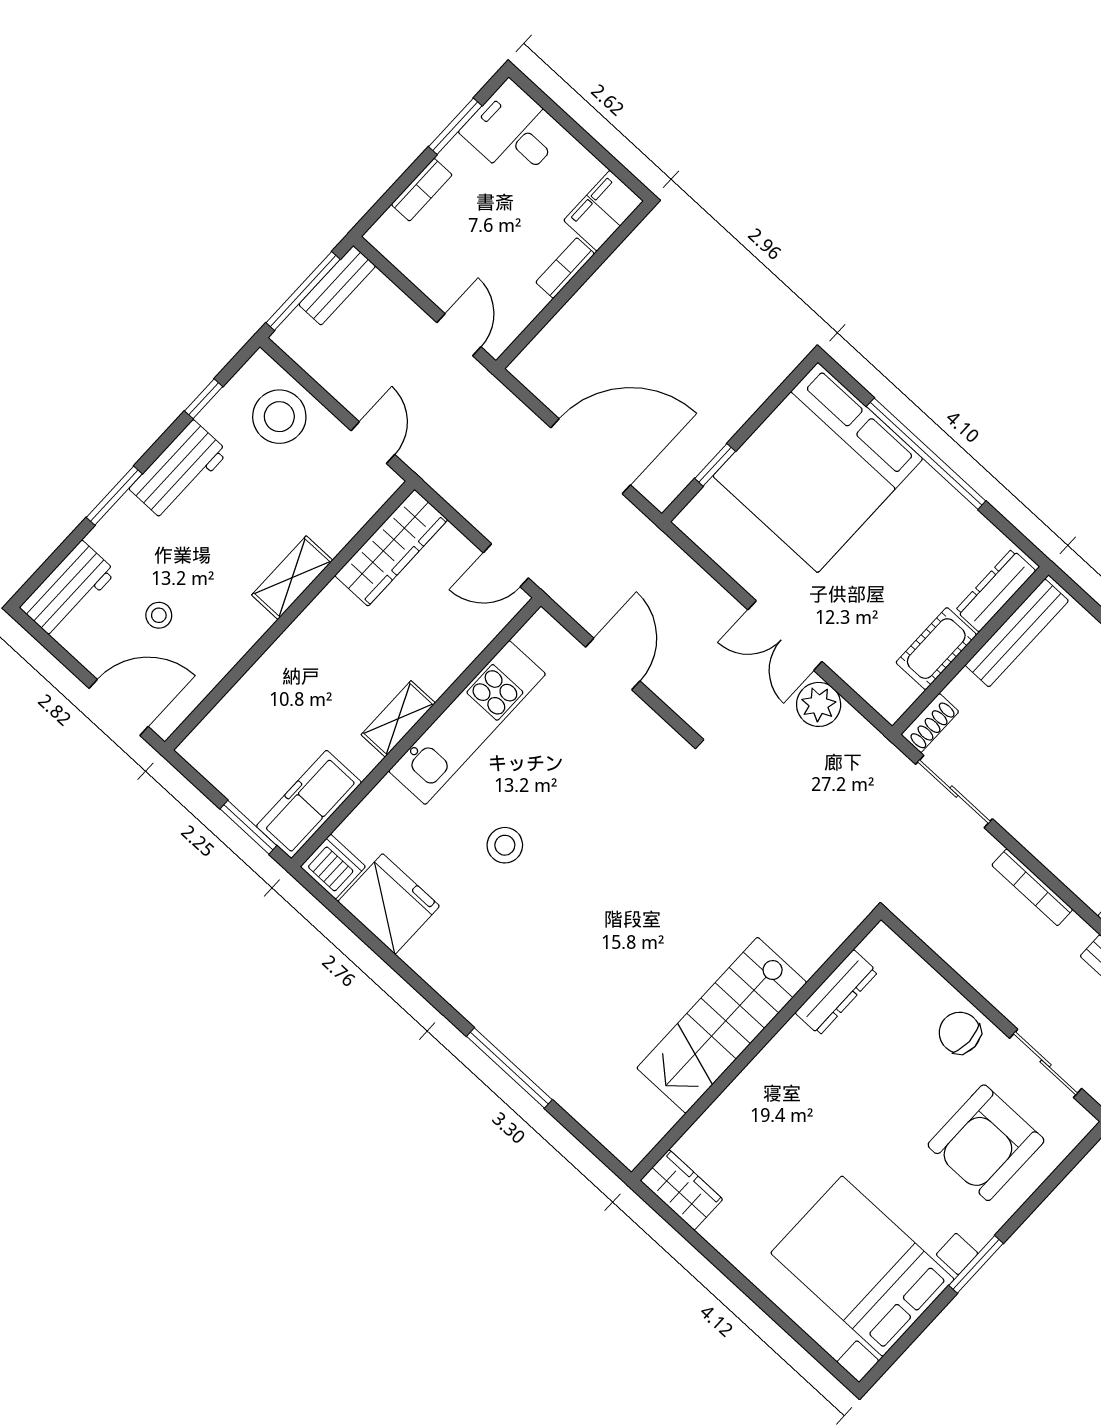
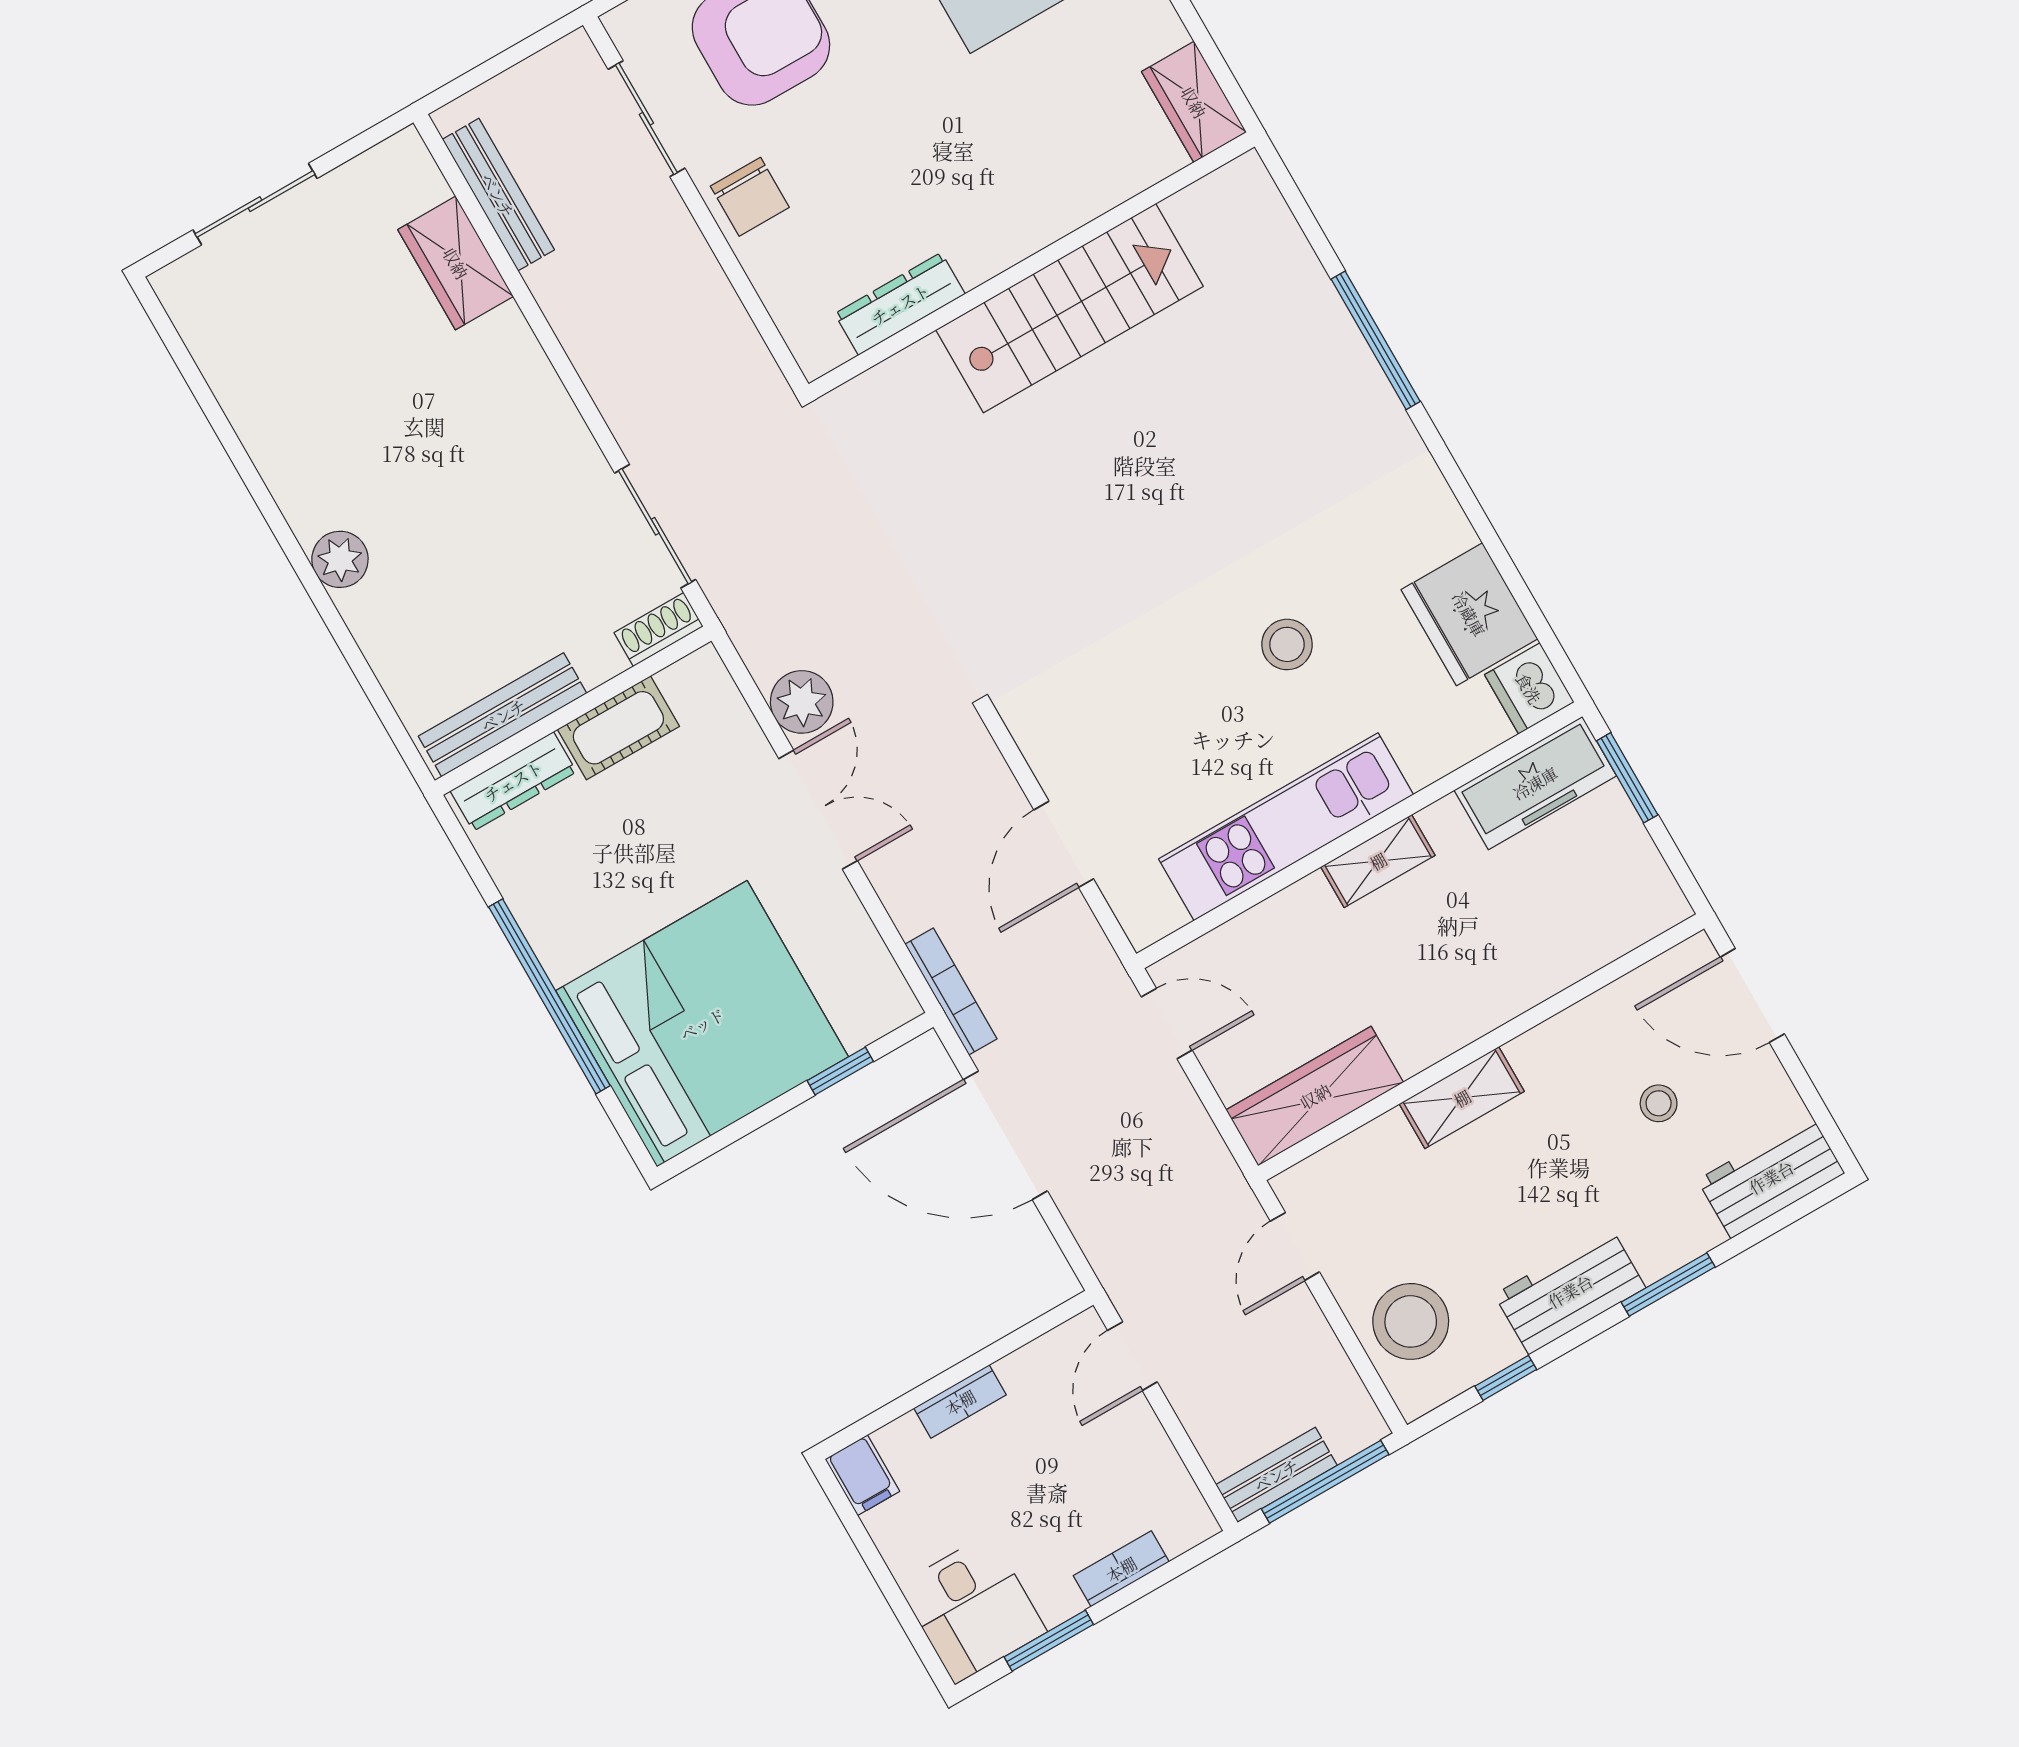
filing cabinet: (603, 211) -> (862, 1475), width x0.50
bookcase: (1032, 887) -> (951, 992), moved

